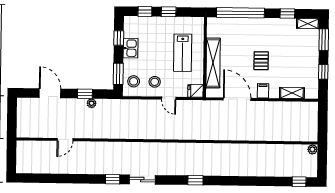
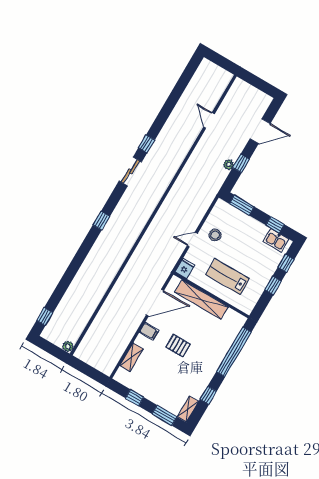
kitchen sink: (131, 48) -> (276, 240), moved
stool: (134, 81) -> (227, 216), removed

